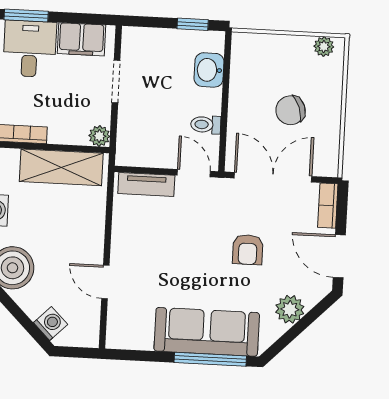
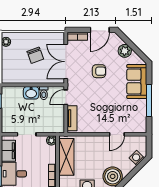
washbasin: (209, 70) -> (31, 93), moved
sofa: (207, 332) -> (137, 81), width x0.73
window: (210, 359) -> (149, 100), moved

